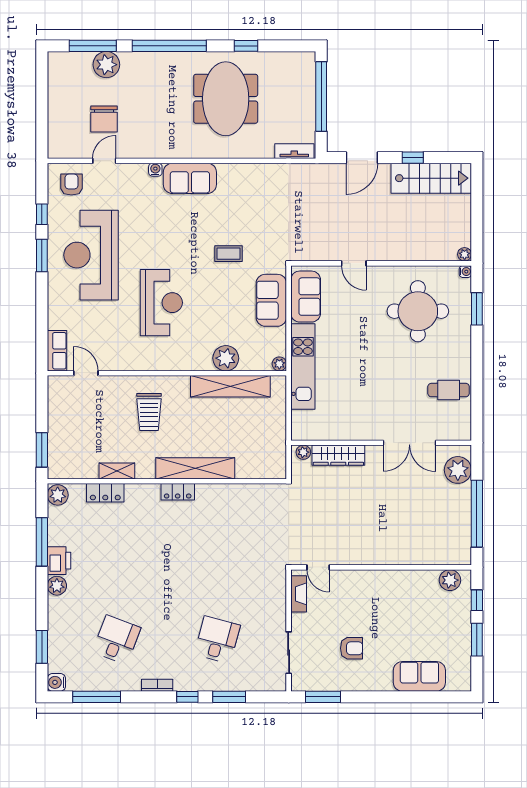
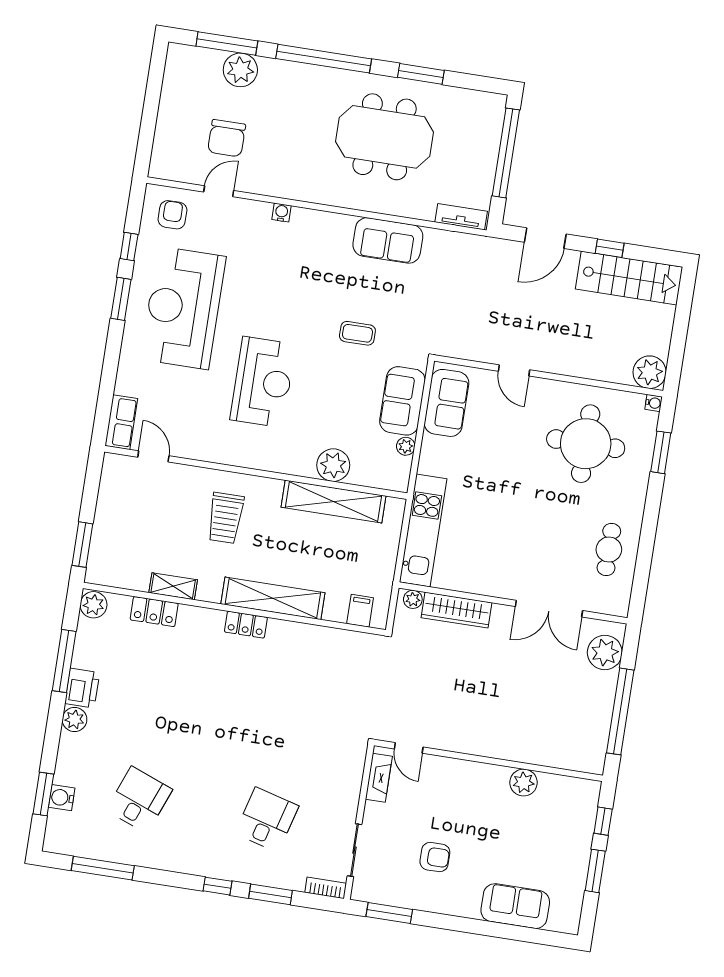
window: (246, 46) -> (421, 74), width x1.50
meeting table: (226, 99) -> (385, 137), turned 90
sofa: (190, 178) -> (388, 240), moved
plant: (465, 254) -> (650, 372), width x1.87, depth x1.87
plant: (279, 364) -> (406, 446), moved
kitchen unit: (303, 366) -> (423, 530), moved
cafe table: (449, 390) -> (609, 549), turned 90
filing cabinet: (264, 467) -> (360, 611), added
plant: (450, 580) -> (524, 783), moved
water cooler: (56, 682) -> (62, 798), moved
bookcase: (157, 685) -> (326, 888), moved

